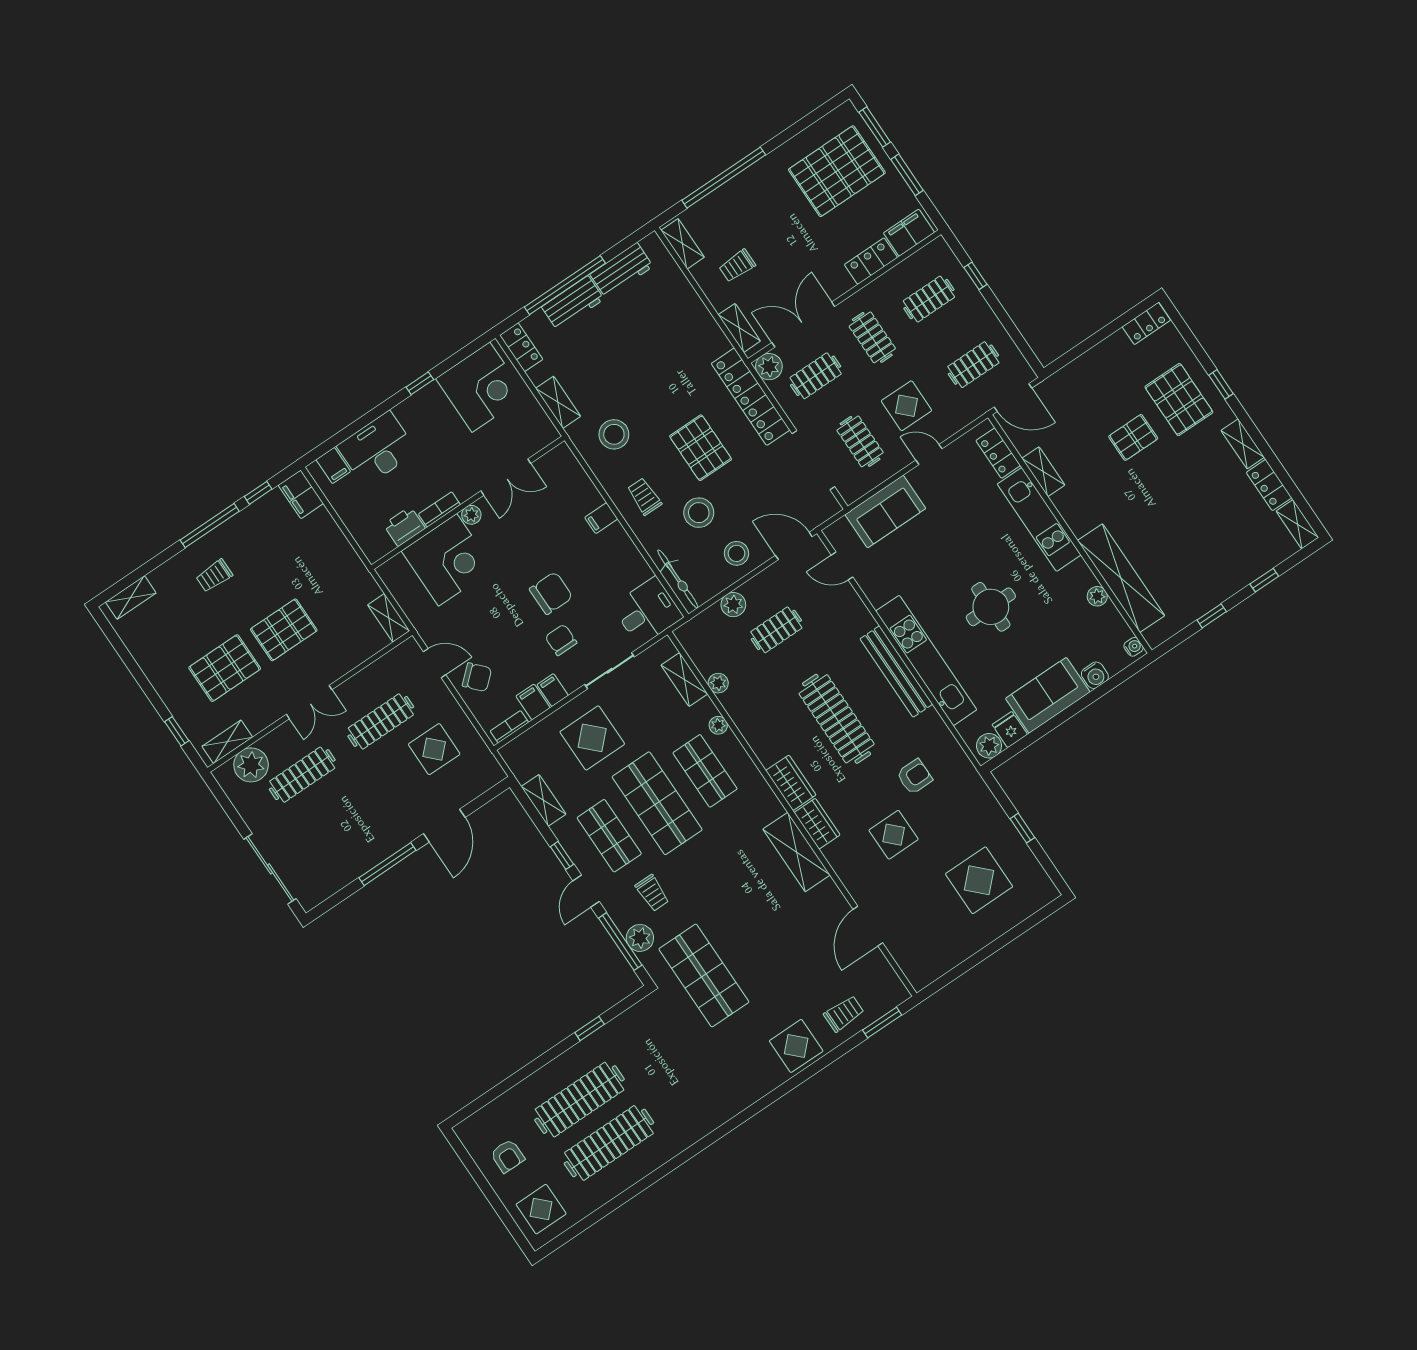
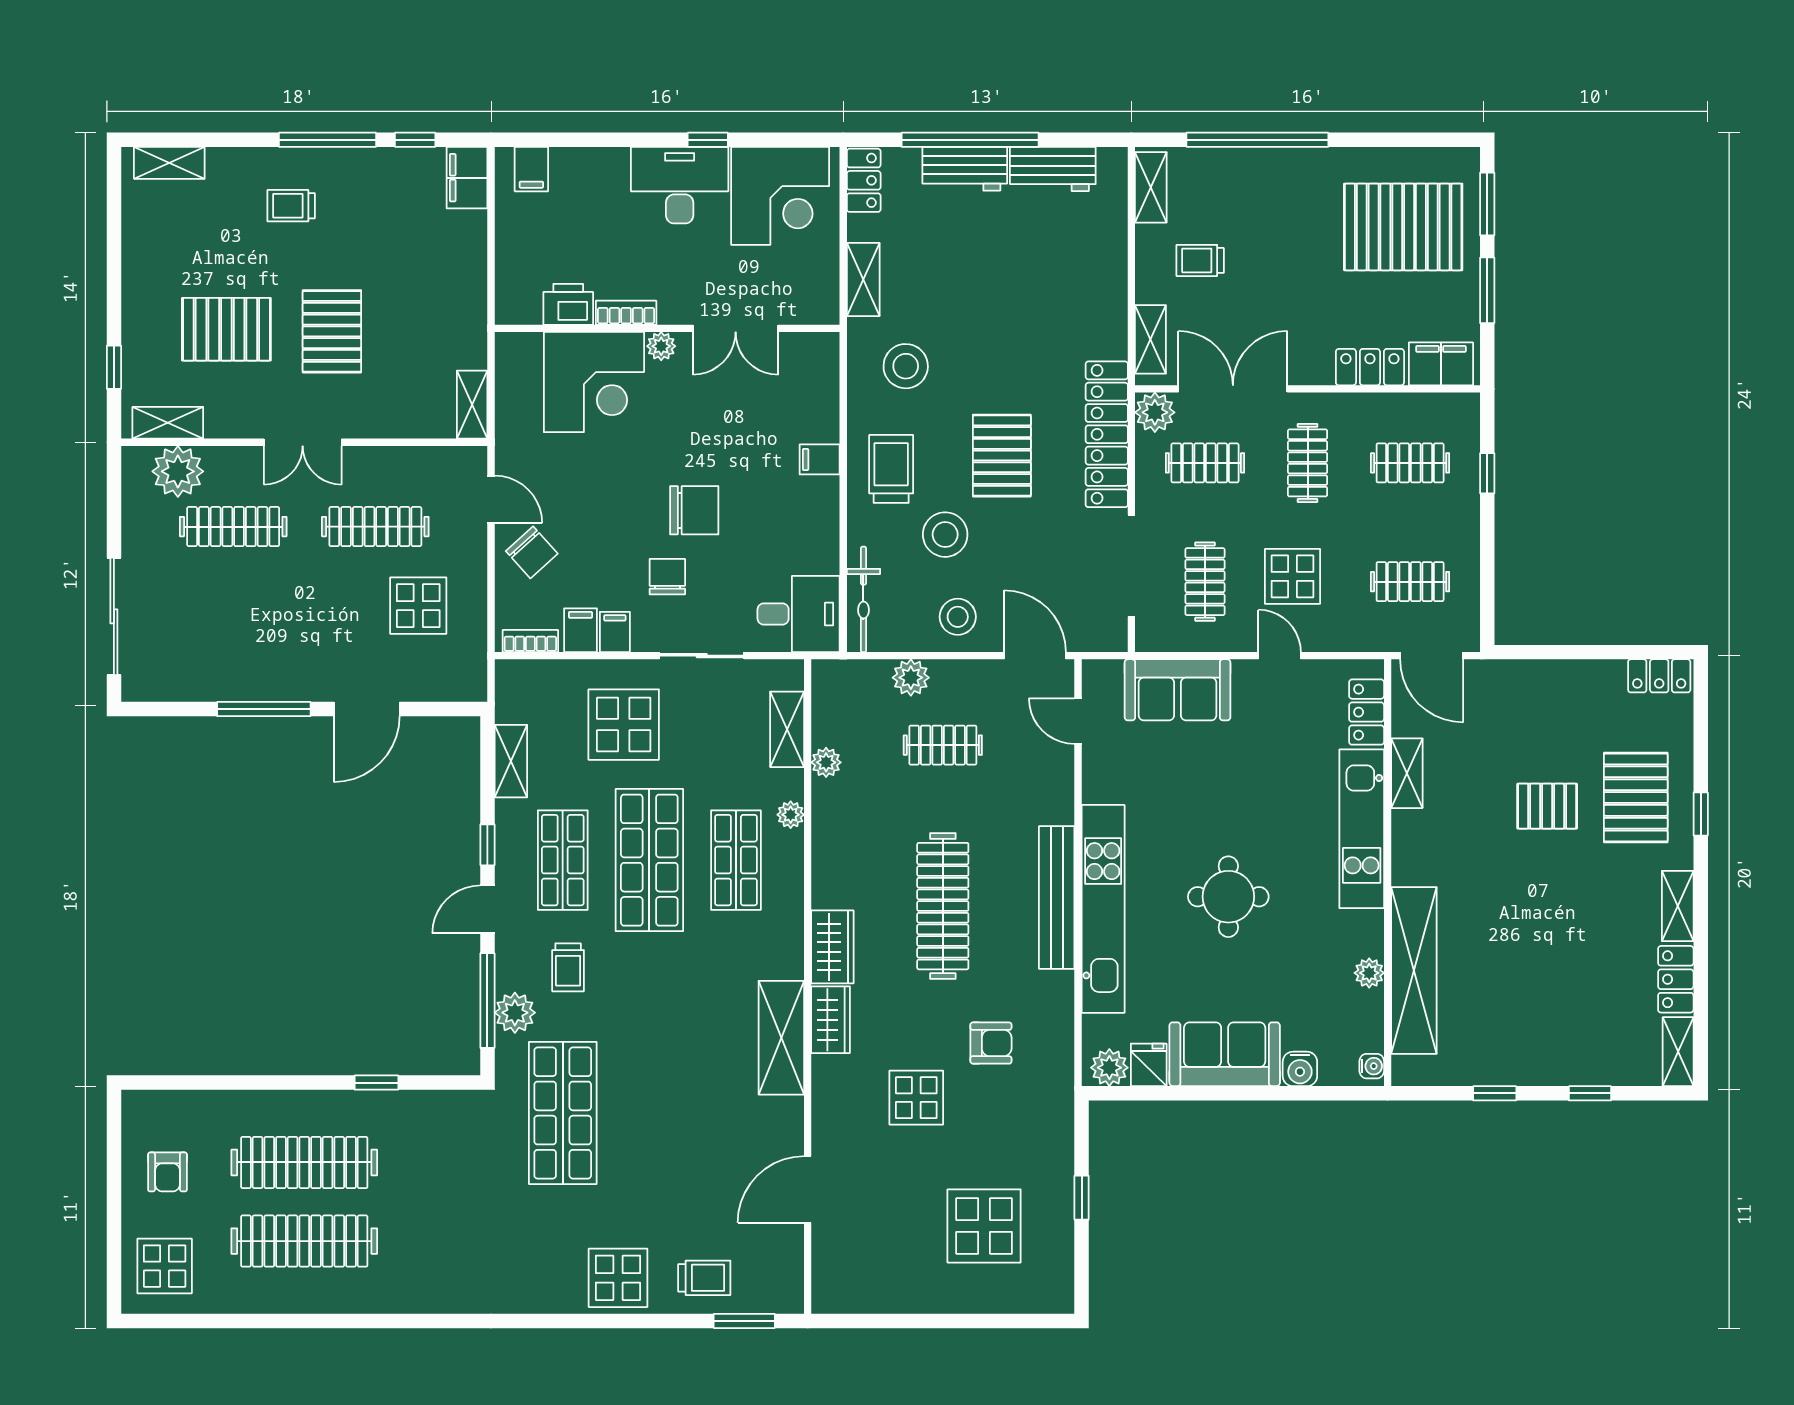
desk: (377, 449) -> (680, 185), moved
trolley: (644, 497) -> (891, 469), width x1.36, depth x1.39
pallet: (284, 630) -> (332, 331), turned 90

